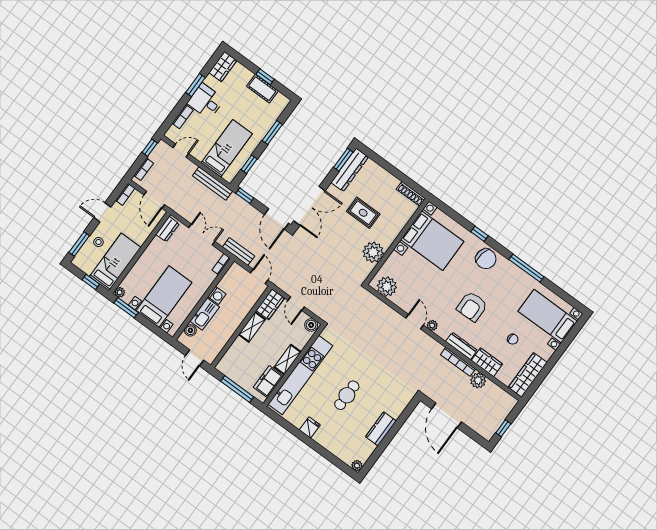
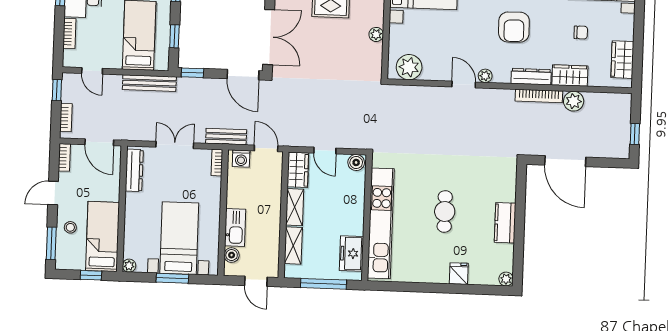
door: (181, 151) -> (92, 71), swing flipped
dresser: (168, 229) -> (134, 170), width x1.44
plant: (373, 252) -> (376, 34), width x0.53, depth x0.53
washing machine: (217, 295) -> (241, 159), moved, turned 90
window: (126, 308) -> (172, 278), moved
shelving: (288, 359) -> (293, 245), moved
wardrobe: (528, 375) -> (622, 60), width x0.67
fridge: (310, 428) -> (459, 274), moved

